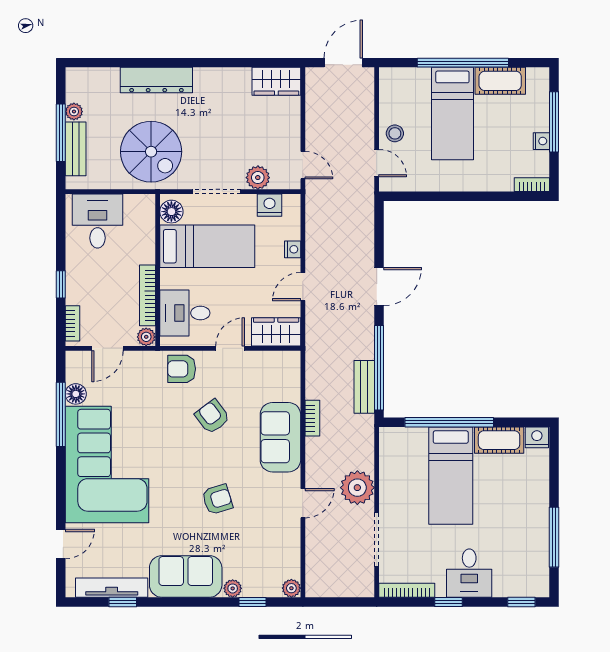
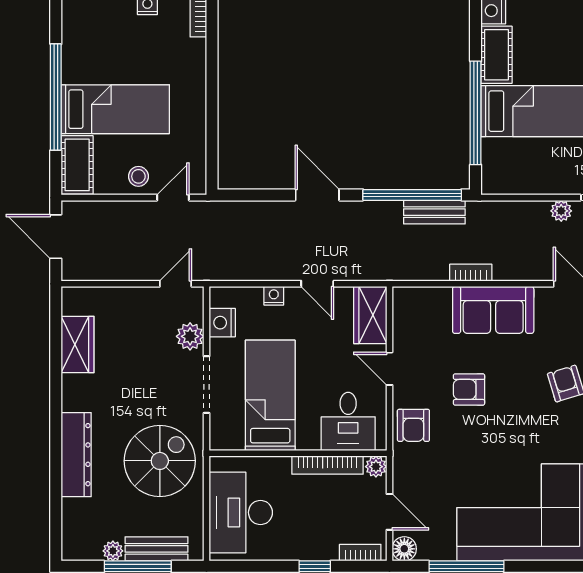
wardrobe: (276, 81) -> (78, 344), moved
cot: (500, 81) -> (77, 165), moved
floor lamp: (171, 212) -> (230, 437), removed
desk: (98, 221) -> (241, 512), width x1.37
floor lamp: (76, 394) -> (404, 549), moved
armchair: (212, 417) -> (469, 389), turned 37
plant: (357, 488) -> (561, 211), width x0.53, depth x0.53

